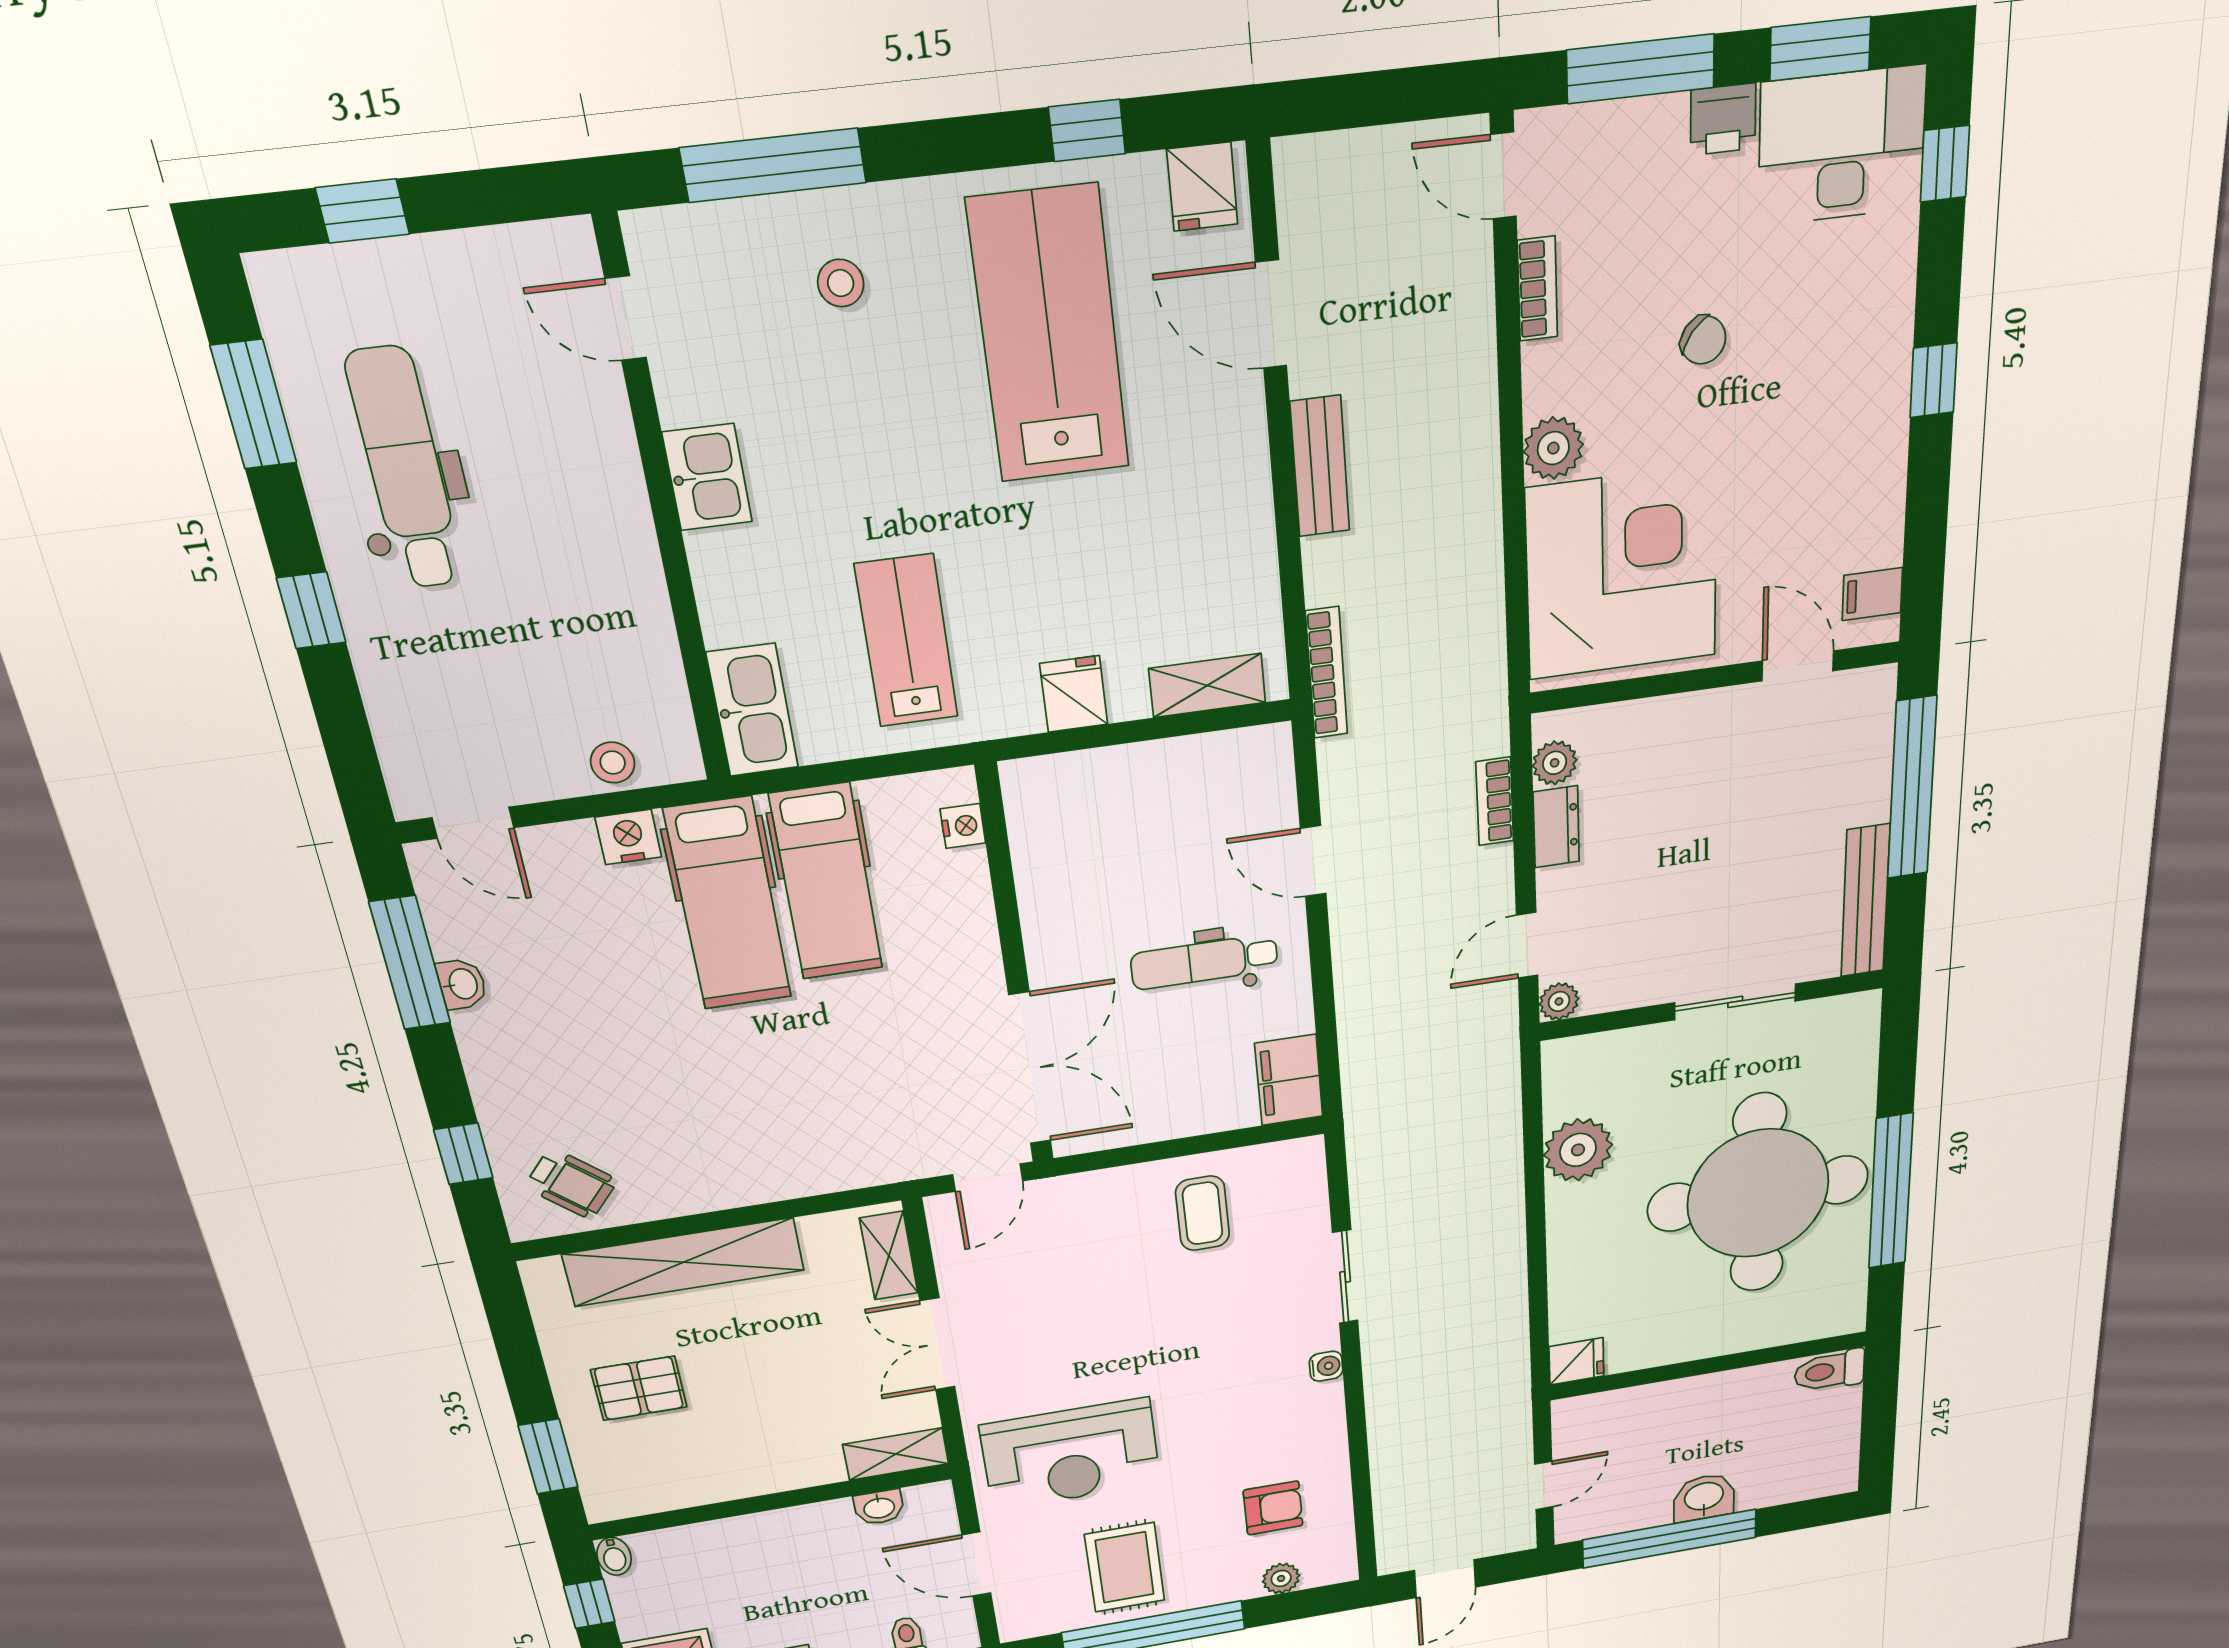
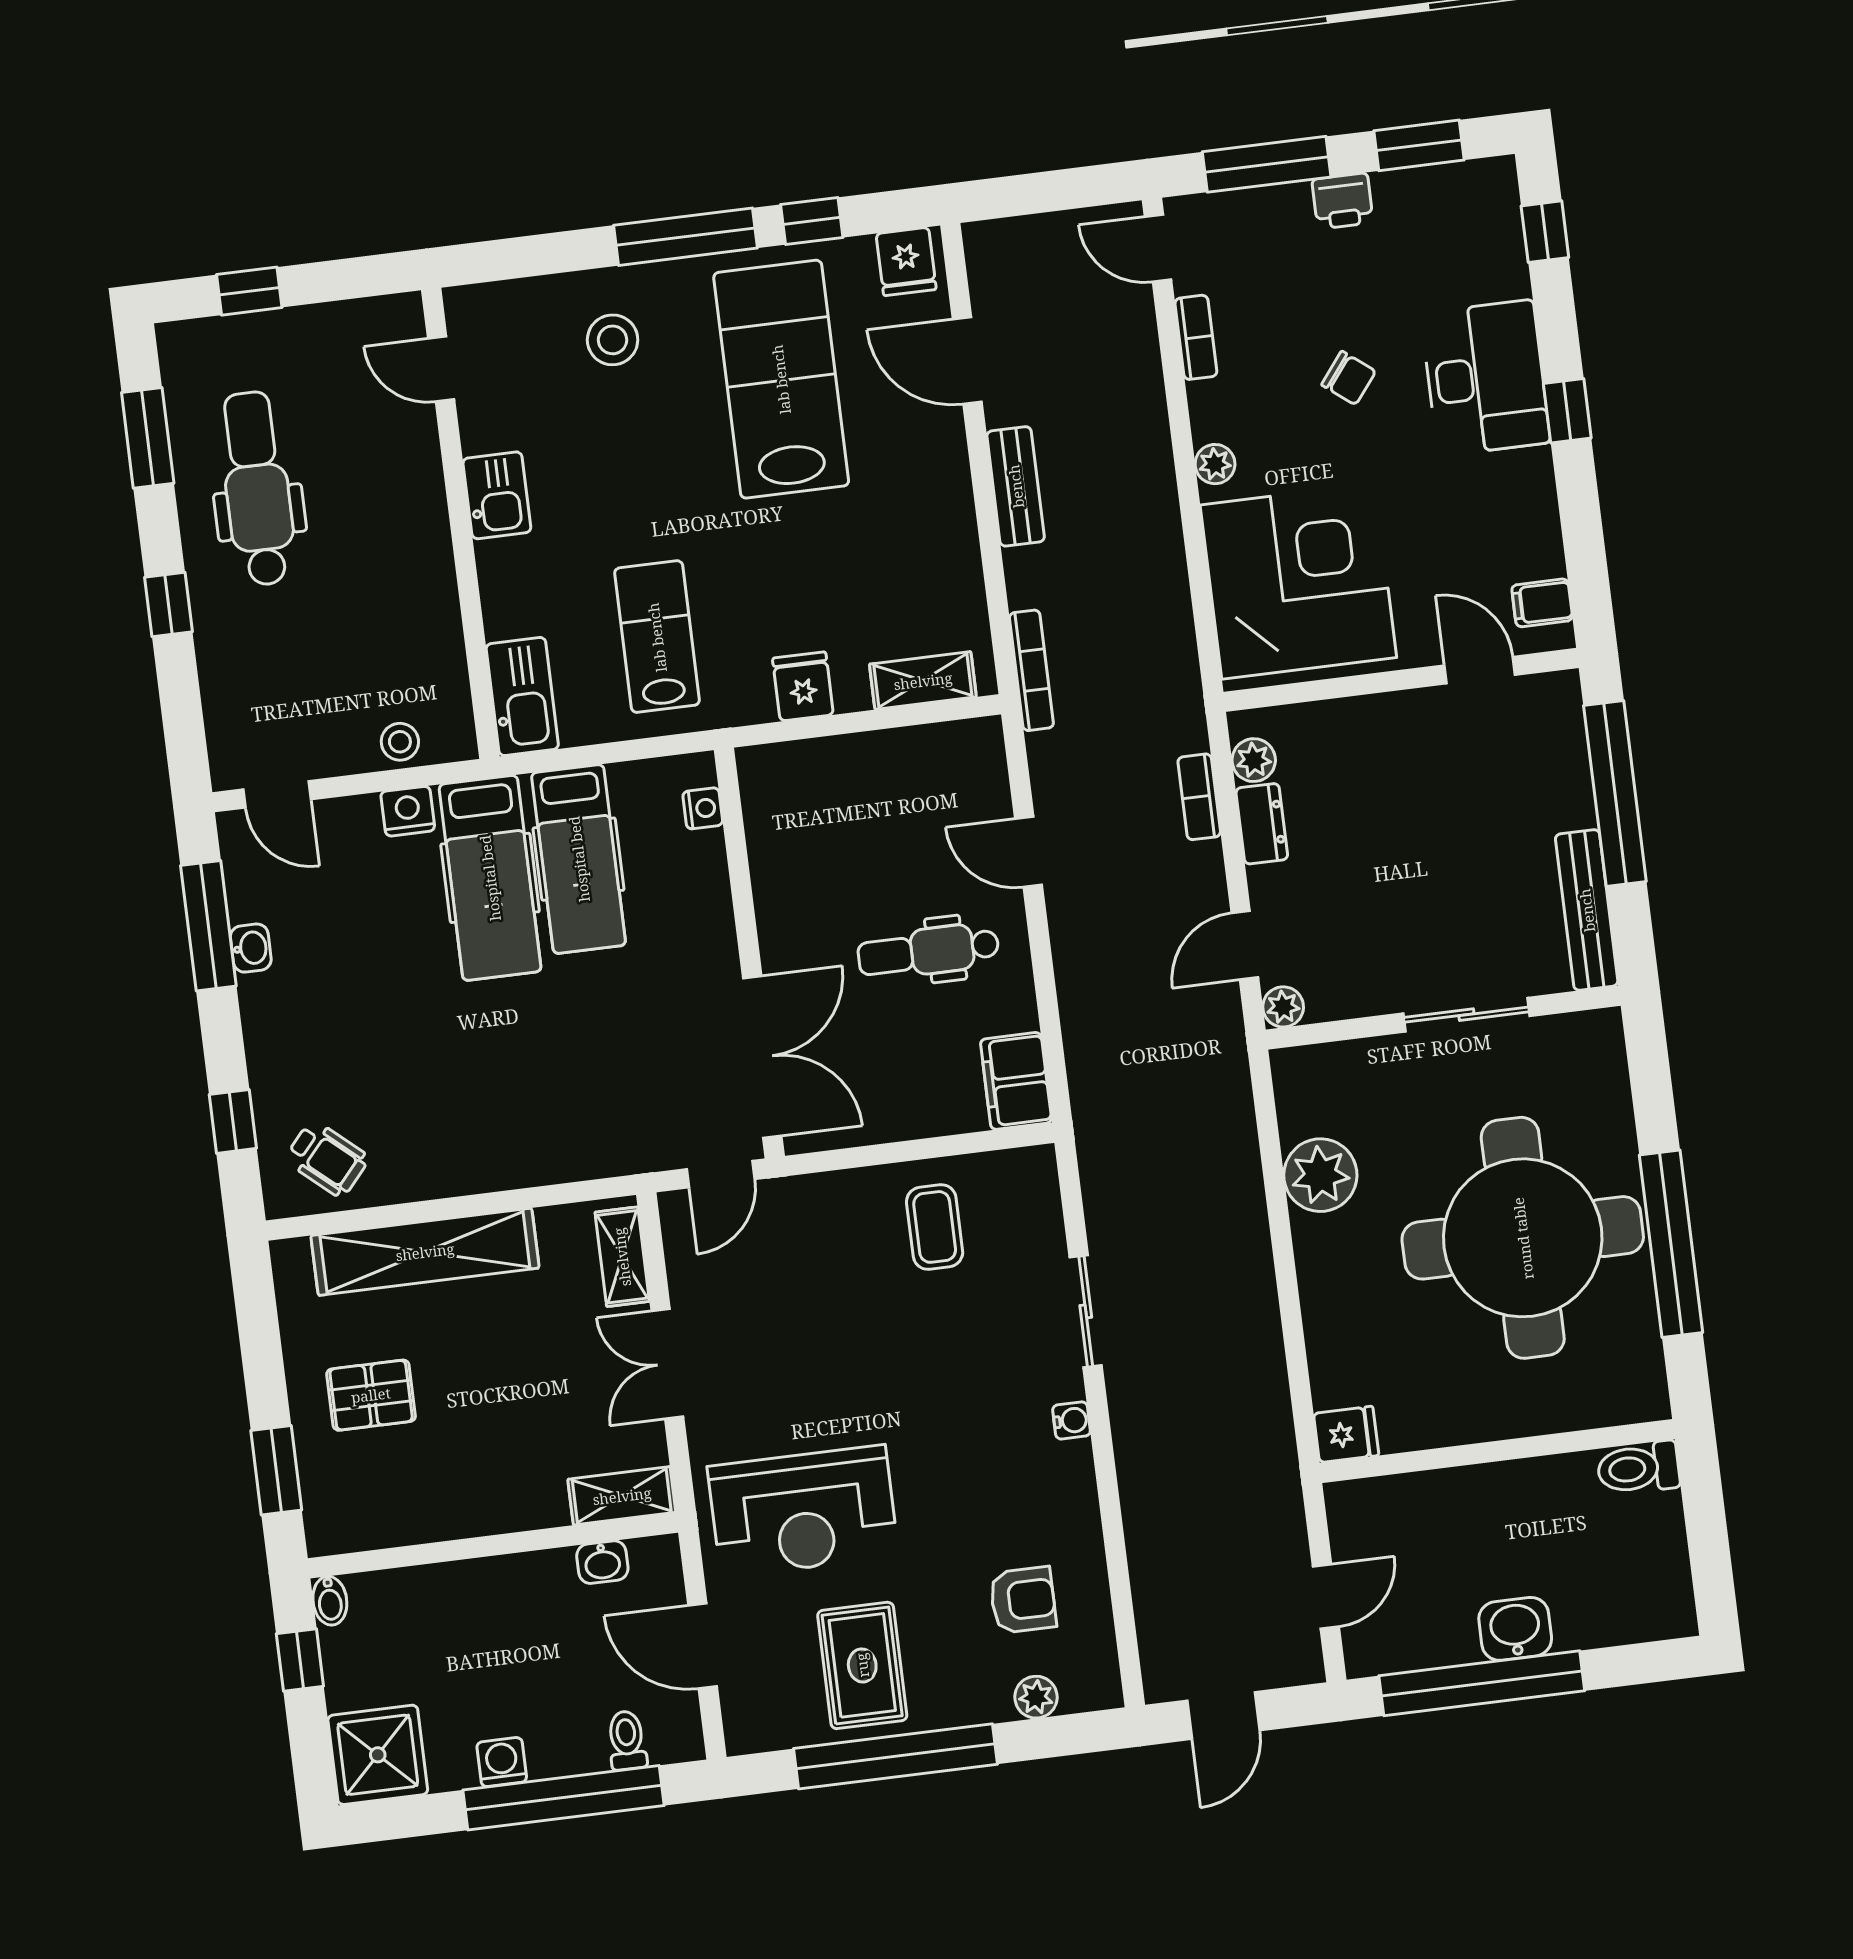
desk: (1842, 146) -> (1485, 378), moved, turned 90
window: (773, 165) -> (685, 237), moved
stool: (841, 283) -> (613, 340), width x1.37, depth x1.37
plant: (1553, 448) -> (1215, 464), width x0.73, depth x0.73

